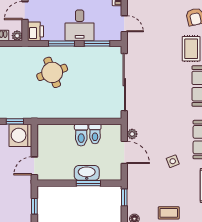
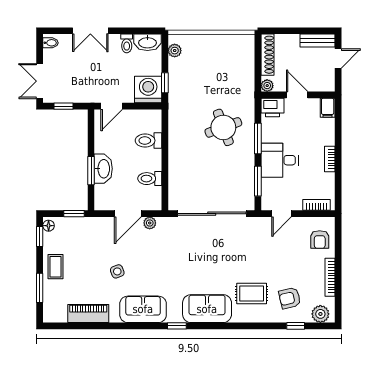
toilet: (81, 135) -> (148, 141), moved
door: (34, 166) -> (112, 106), swing flipped

